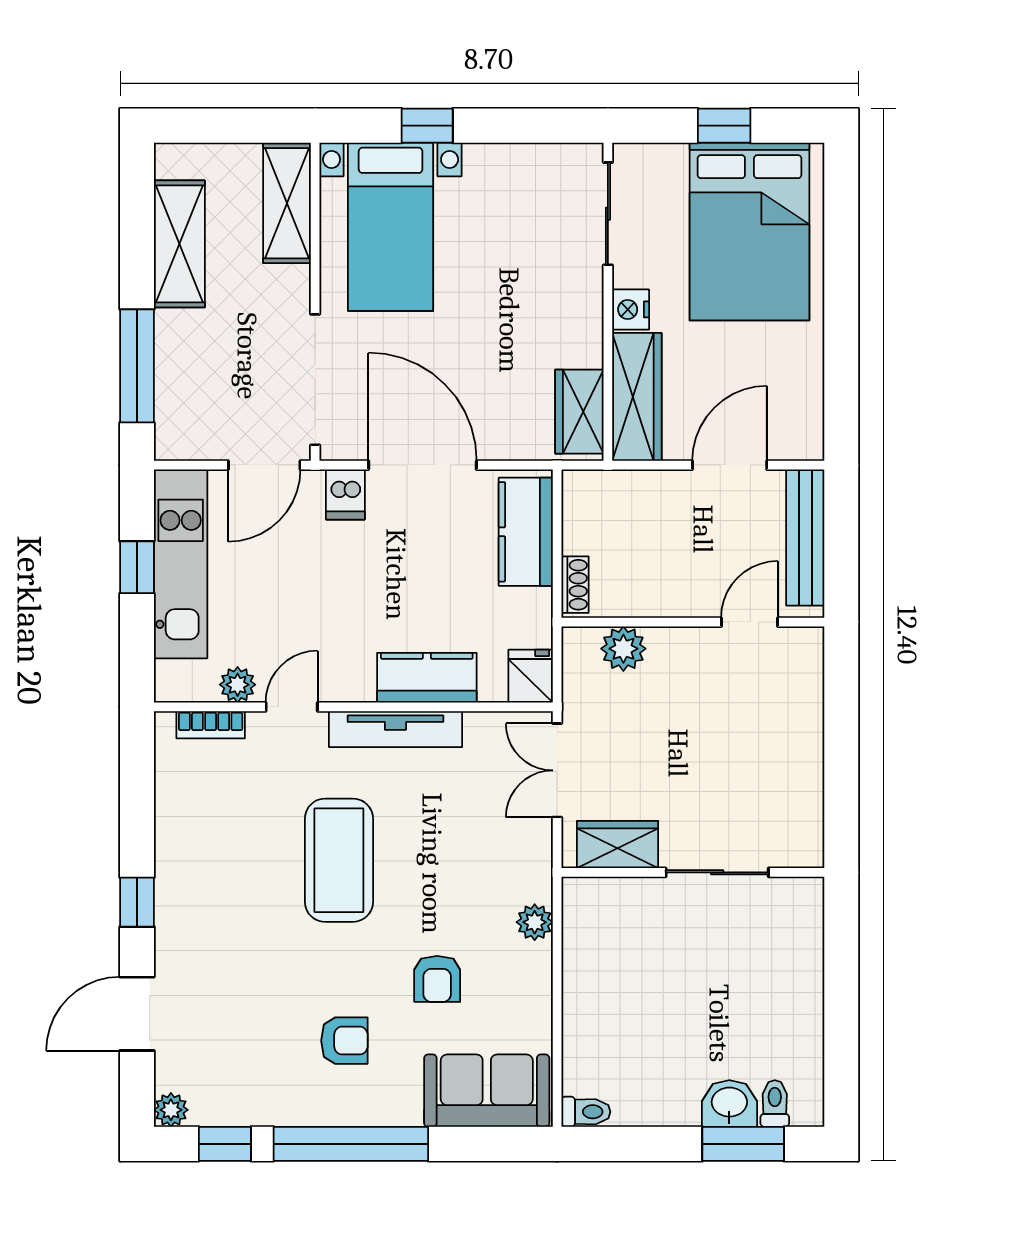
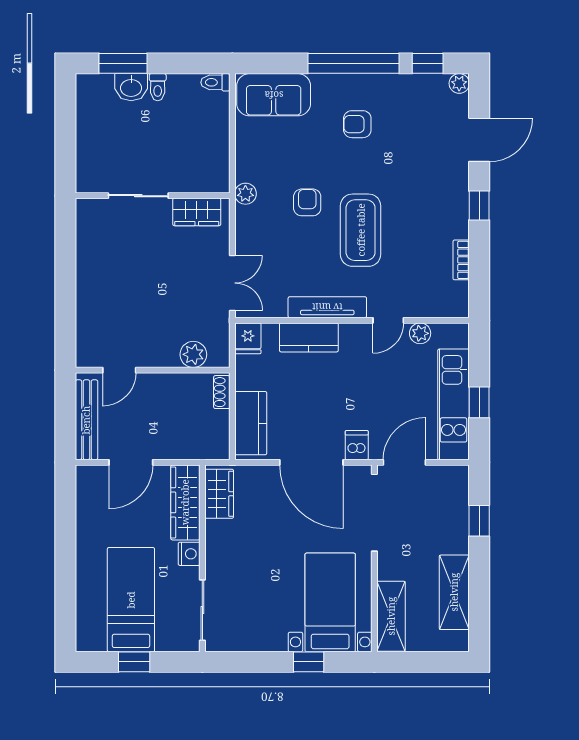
bed: (749, 232) -> (131, 600), width x0.67
window: (137, 366) -> (479, 521), width x0.46
bookcase: (211, 725) -> (461, 260), moved, turned -90
wardrobe: (618, 844) -> (197, 212), moved
wall: (693, 872) -> (153, 196), moved
sliding door: (717, 872) -> (138, 196), moved
armchair: (437, 979) -> (307, 202), moved
toilet: (775, 1104) -> (158, 87), moved

